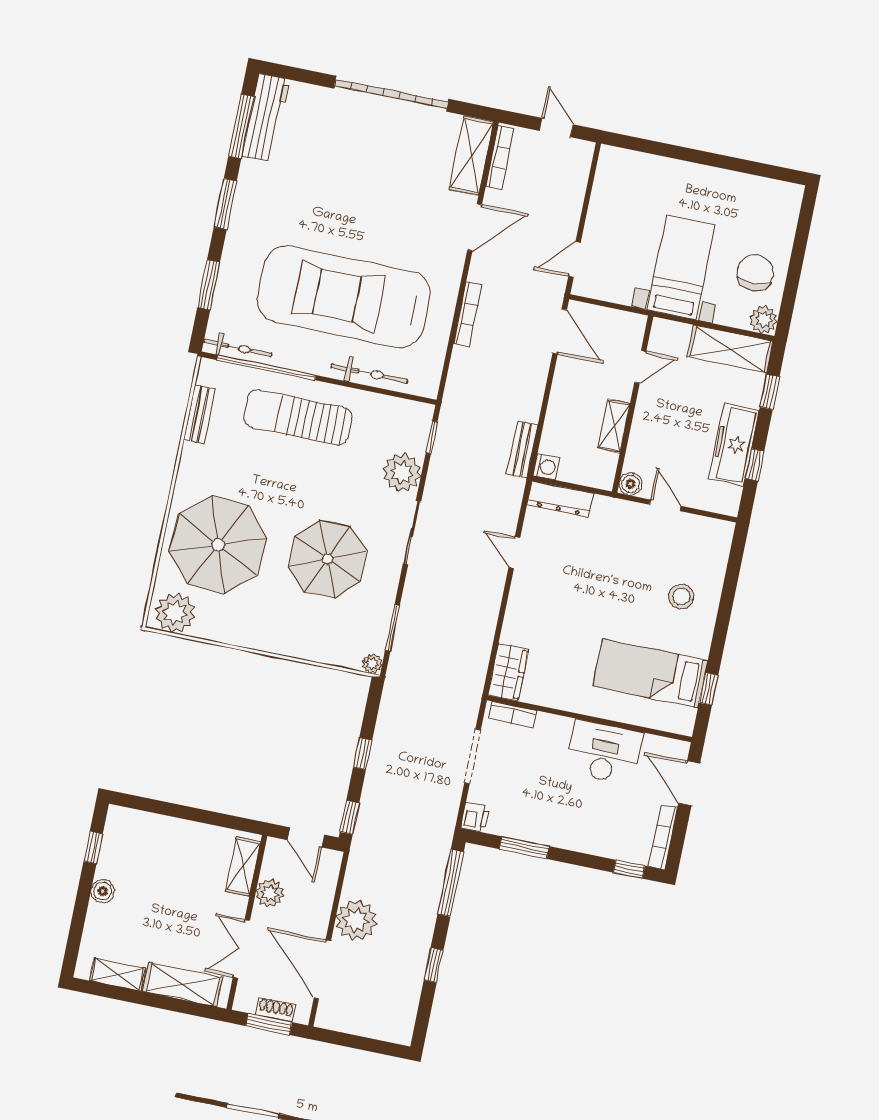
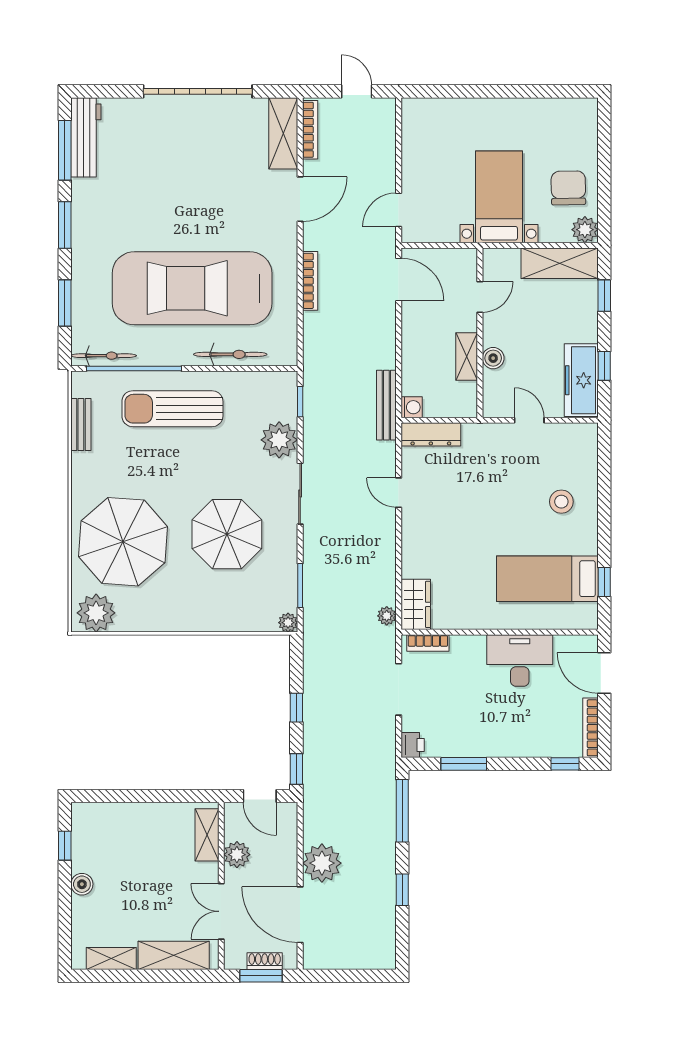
freezer: (734, 445) -> (581, 380), moved
bench: (522, 449) -> (386, 405), width x1.36
boiler: (631, 484) -> (493, 358), moved
plant: (476, 678) -> (387, 616), added

